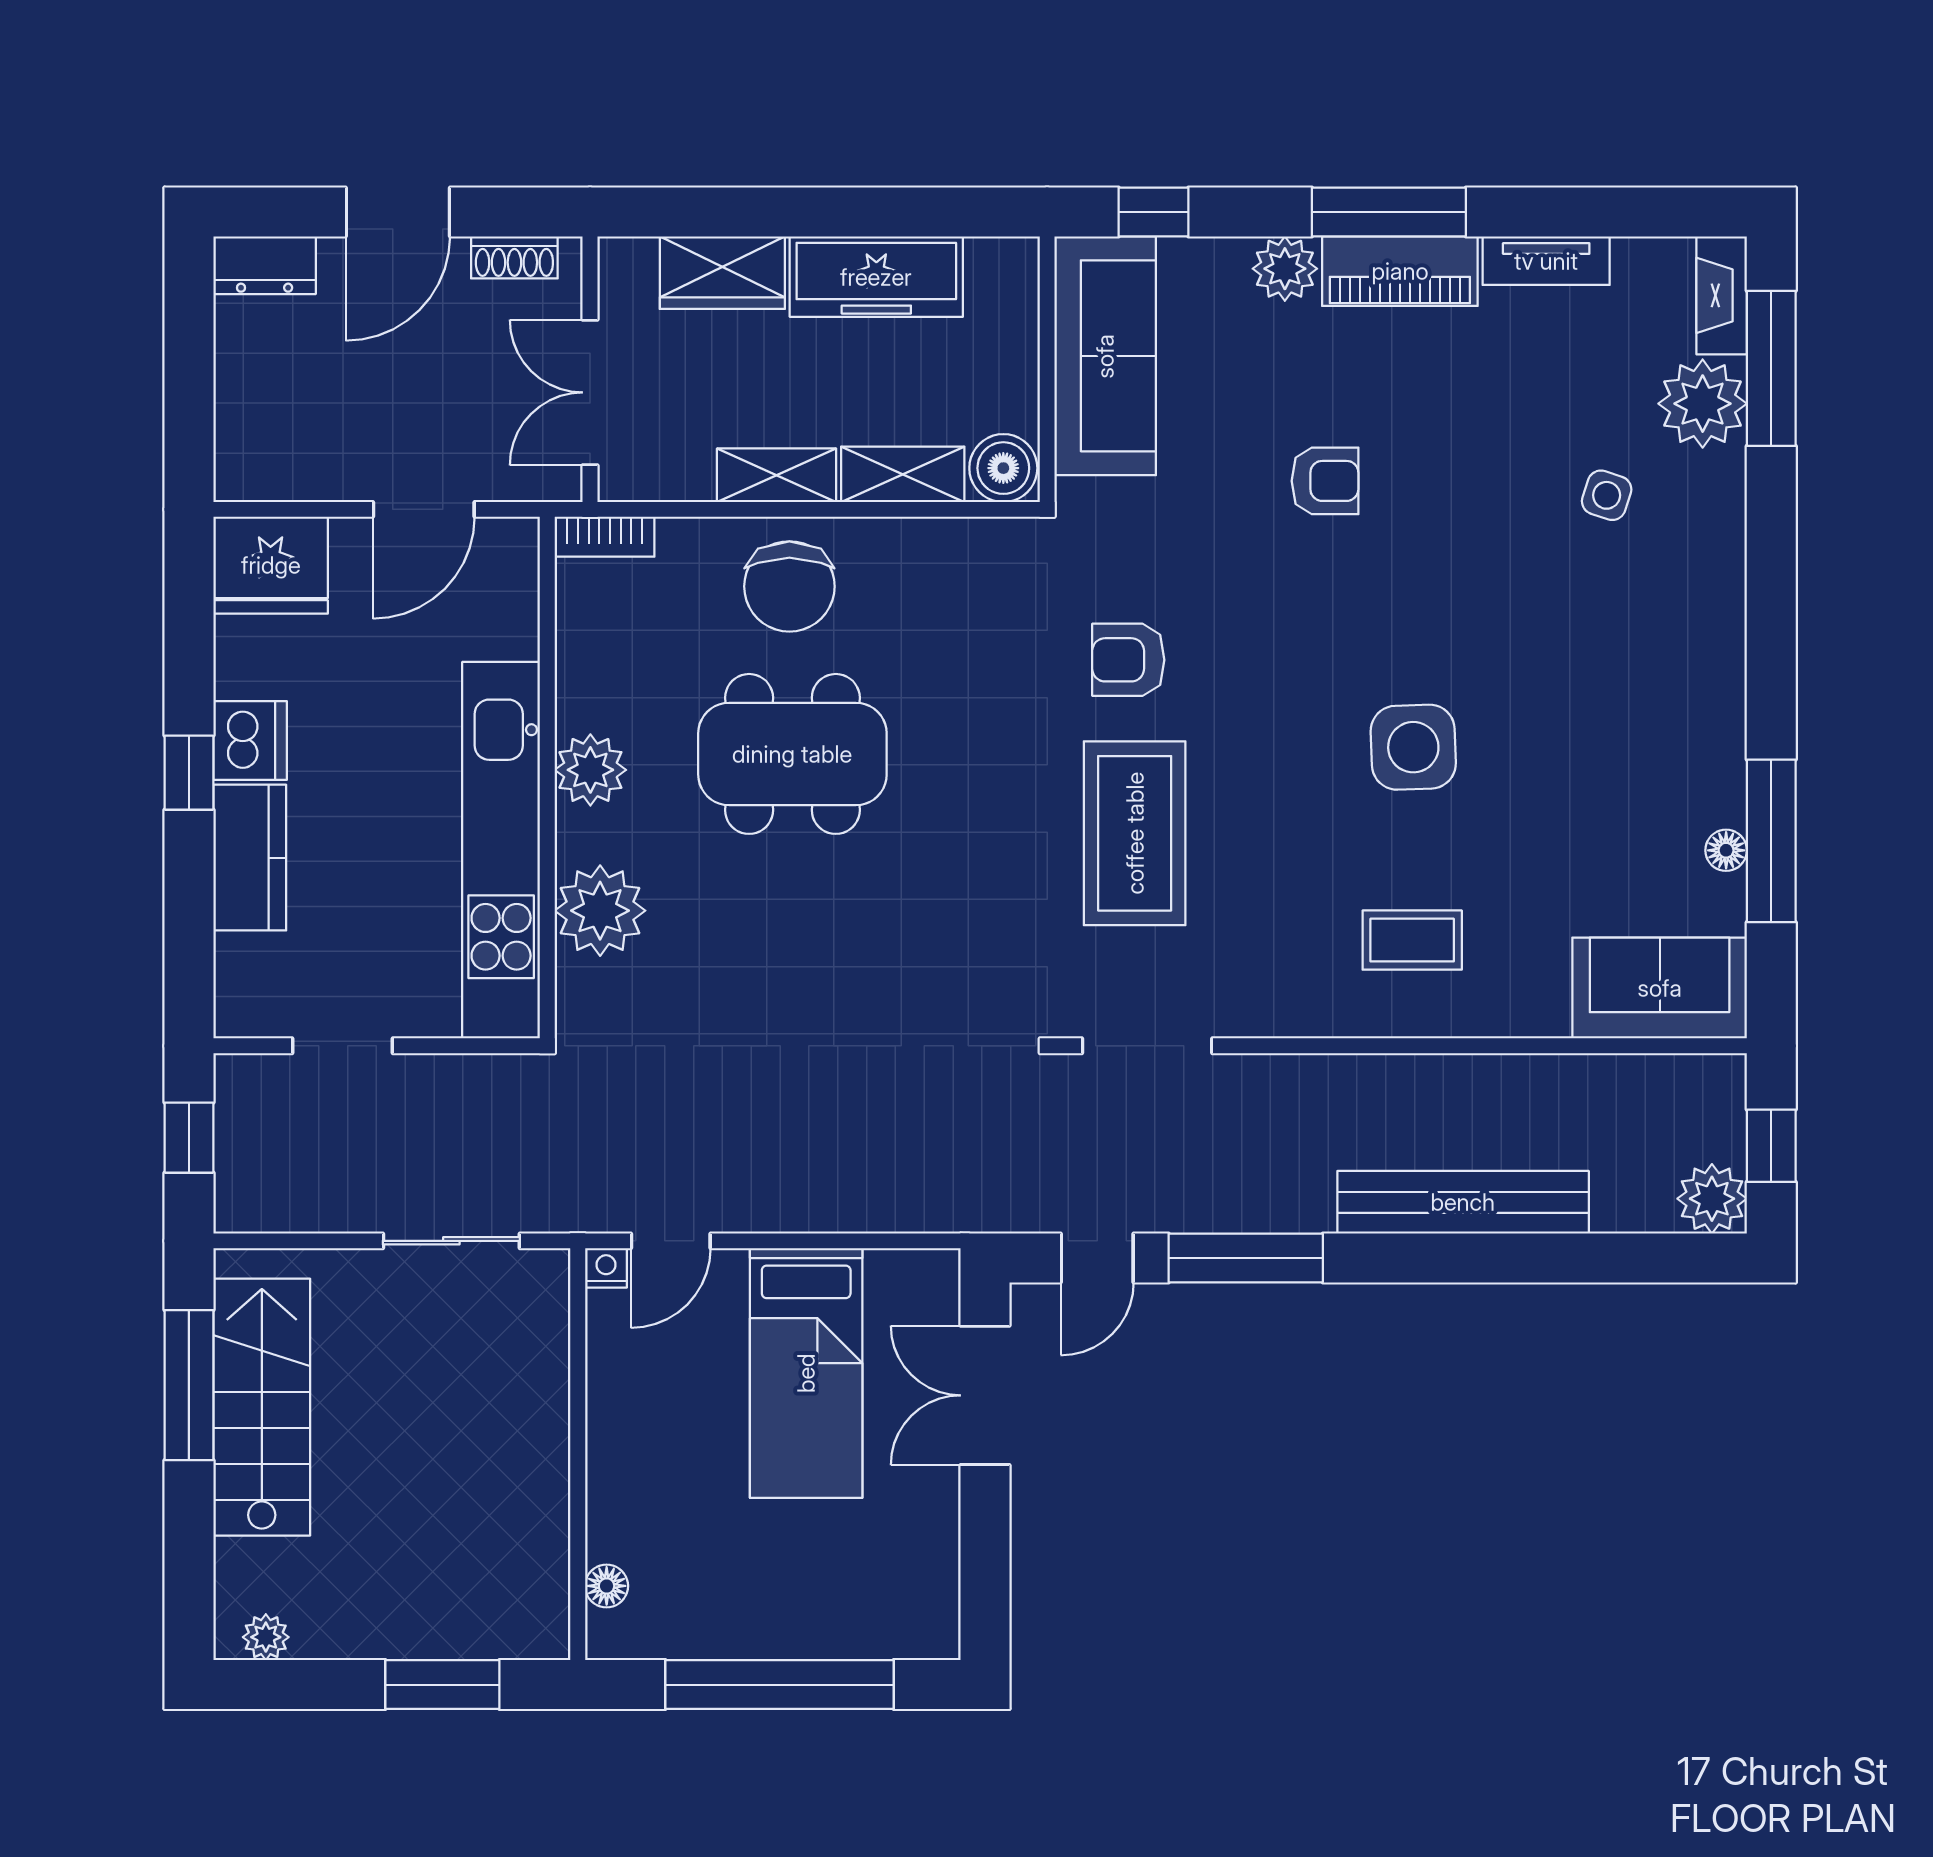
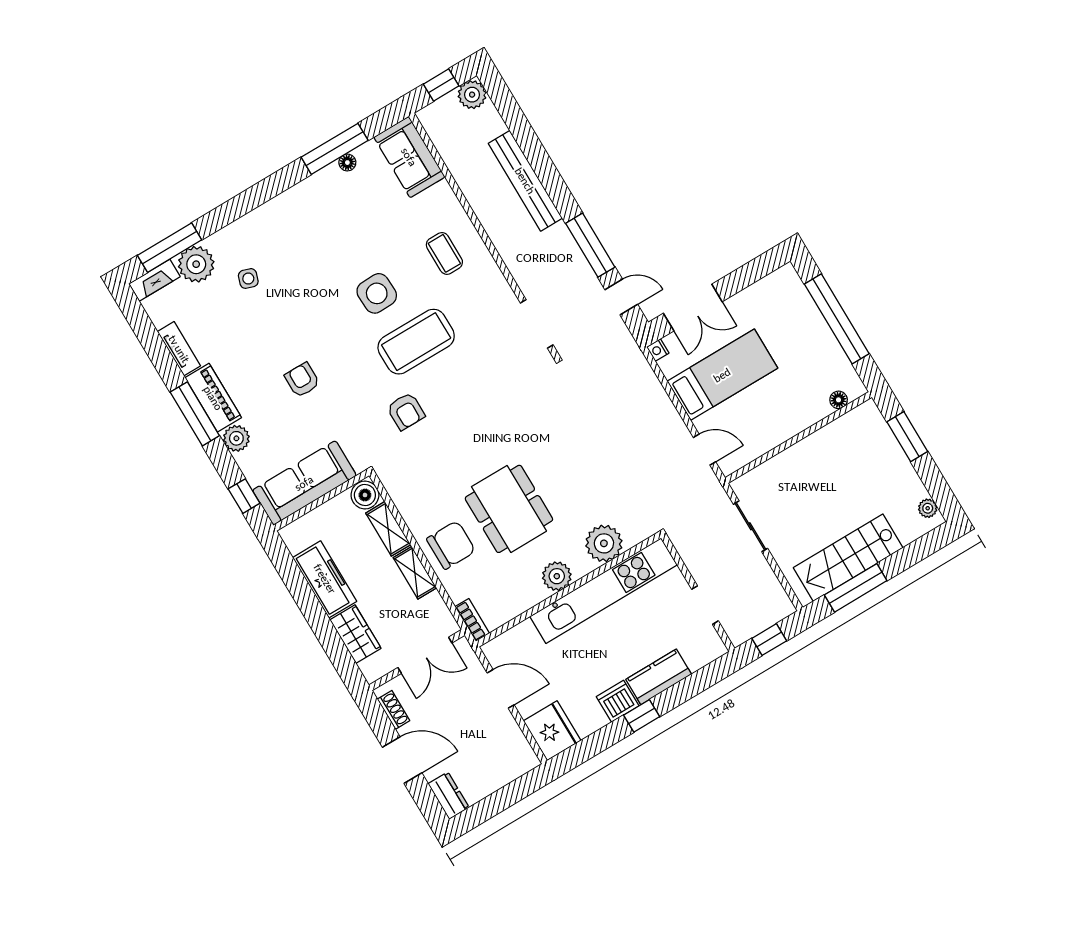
coffee table: (1135, 833) -> (416, 342), moved
nightstand: (606, 1268) -> (658, 350), moved

